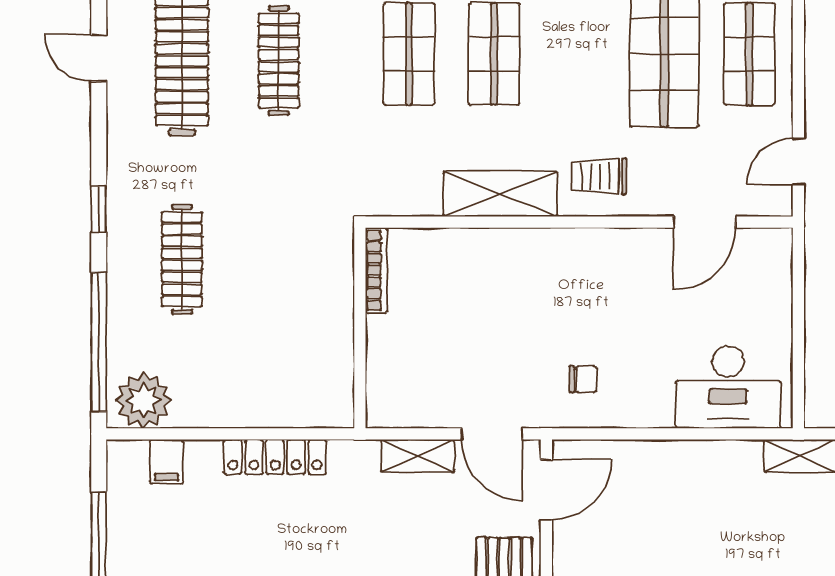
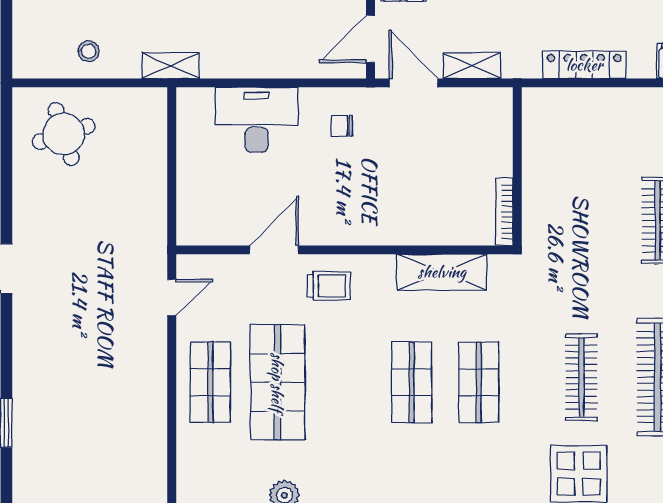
shelving: (500, 194) -> (442, 272), moved
door: (705, 222) -> (274, 250), moved
desk: (728, 387) -> (257, 120), moved

